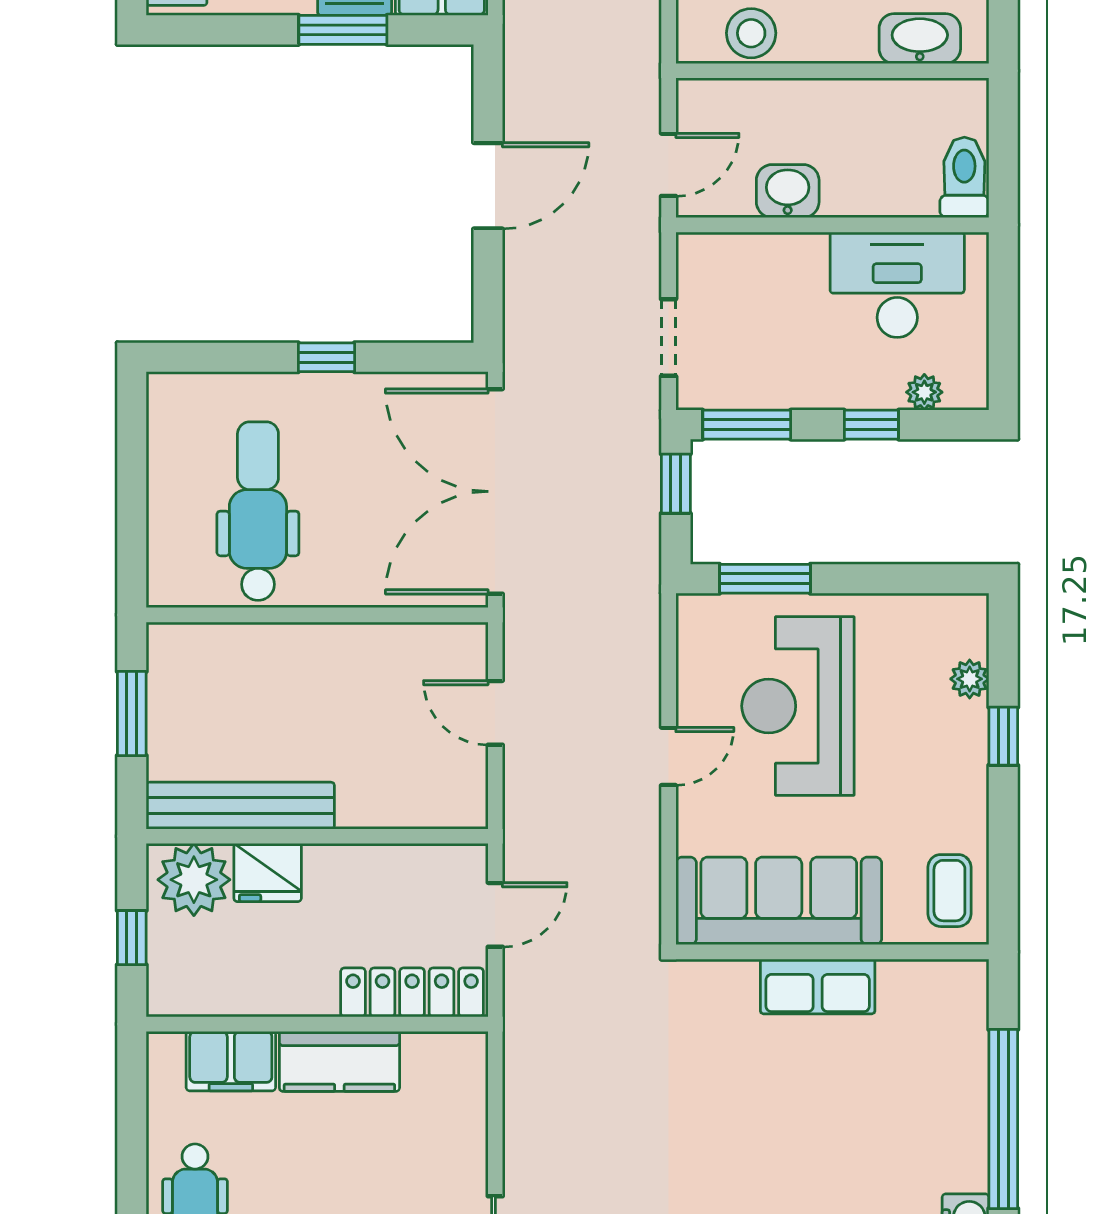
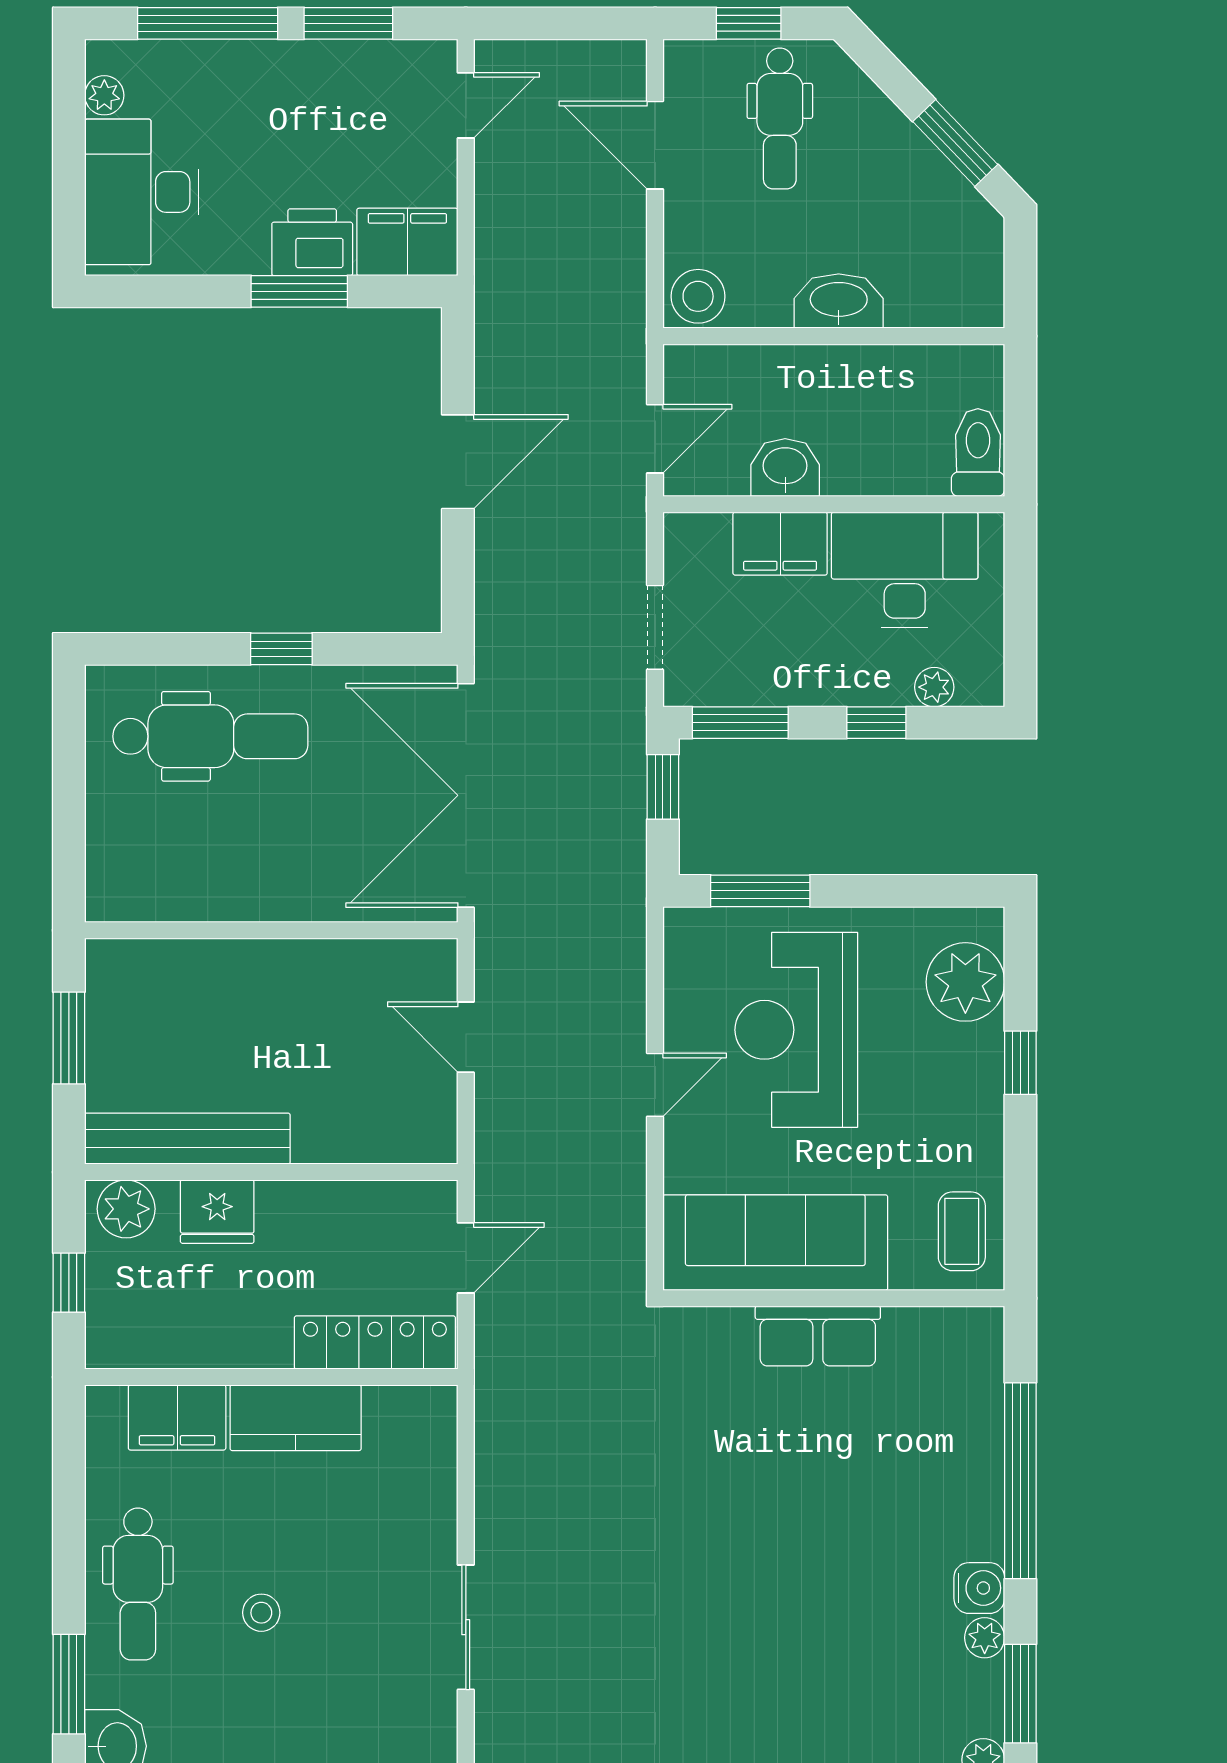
stool: (751, 33) -> (698, 296), moved
washbasin: (920, 39) -> (839, 301), moved
filing cabinet: (783, 261) -> (780, 544), added
dental chair: (258, 511) -> (210, 736), moved, turned 90
plant: (970, 679) -> (965, 982), width x1.88, depth x1.88
plant: (194, 880) -> (126, 1209), width x0.73, depth x0.73

